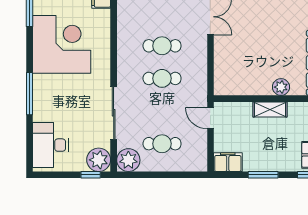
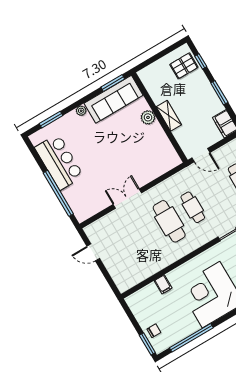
cafe table: (162, 46) -> (169, 221), width x1.37, depth x1.35
door: (210, 118) -> (201, 155), hinge flipped

